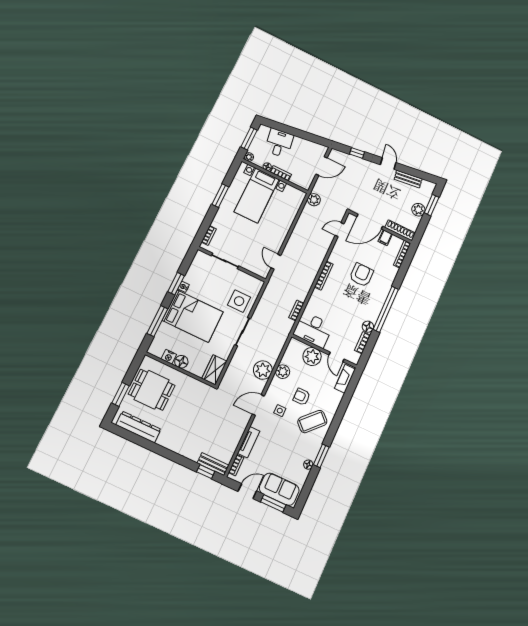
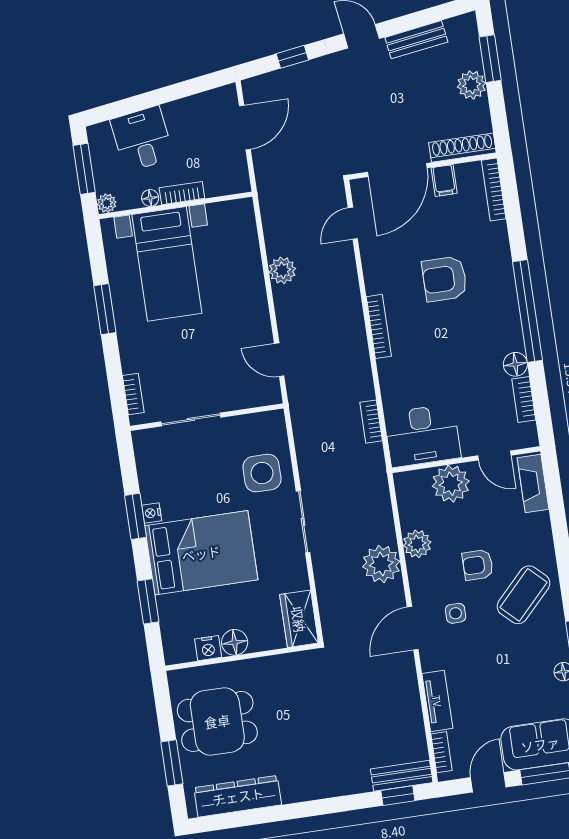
plant: (314, 200) -> (282, 270), moved
armchair: (361, 275) -> (444, 279), turned -90
window: (157, 321) -> (148, 601), width x0.69

